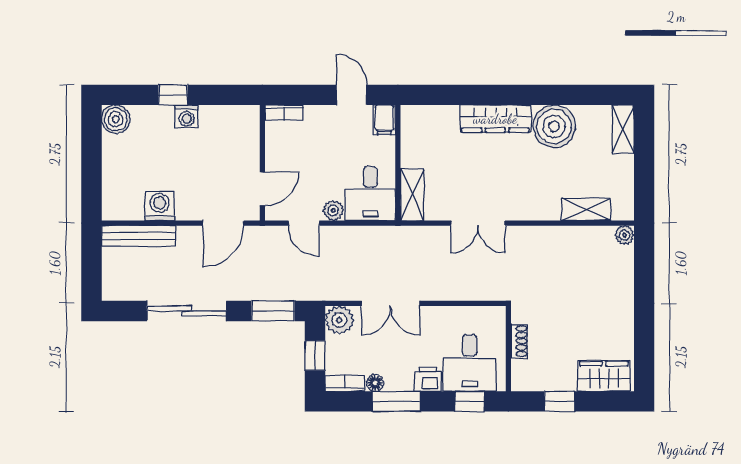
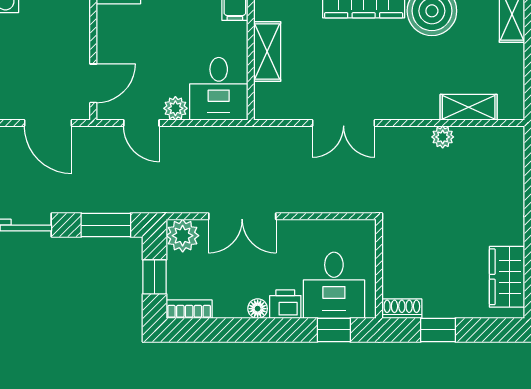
shelving: (412, 195) -> (267, 51), moved
door: (223, 223) -> (48, 123), hinge flipped
plant: (625, 235) -> (443, 137), moved
shoe rack: (519, 341) -> (402, 309), moved, turned -90
wardrobe: (604, 376) -> (507, 277), moved, turned -90
floor lamp: (375, 383) -> (258, 309), moved
window: (396, 401) -> (249, 330), removed

